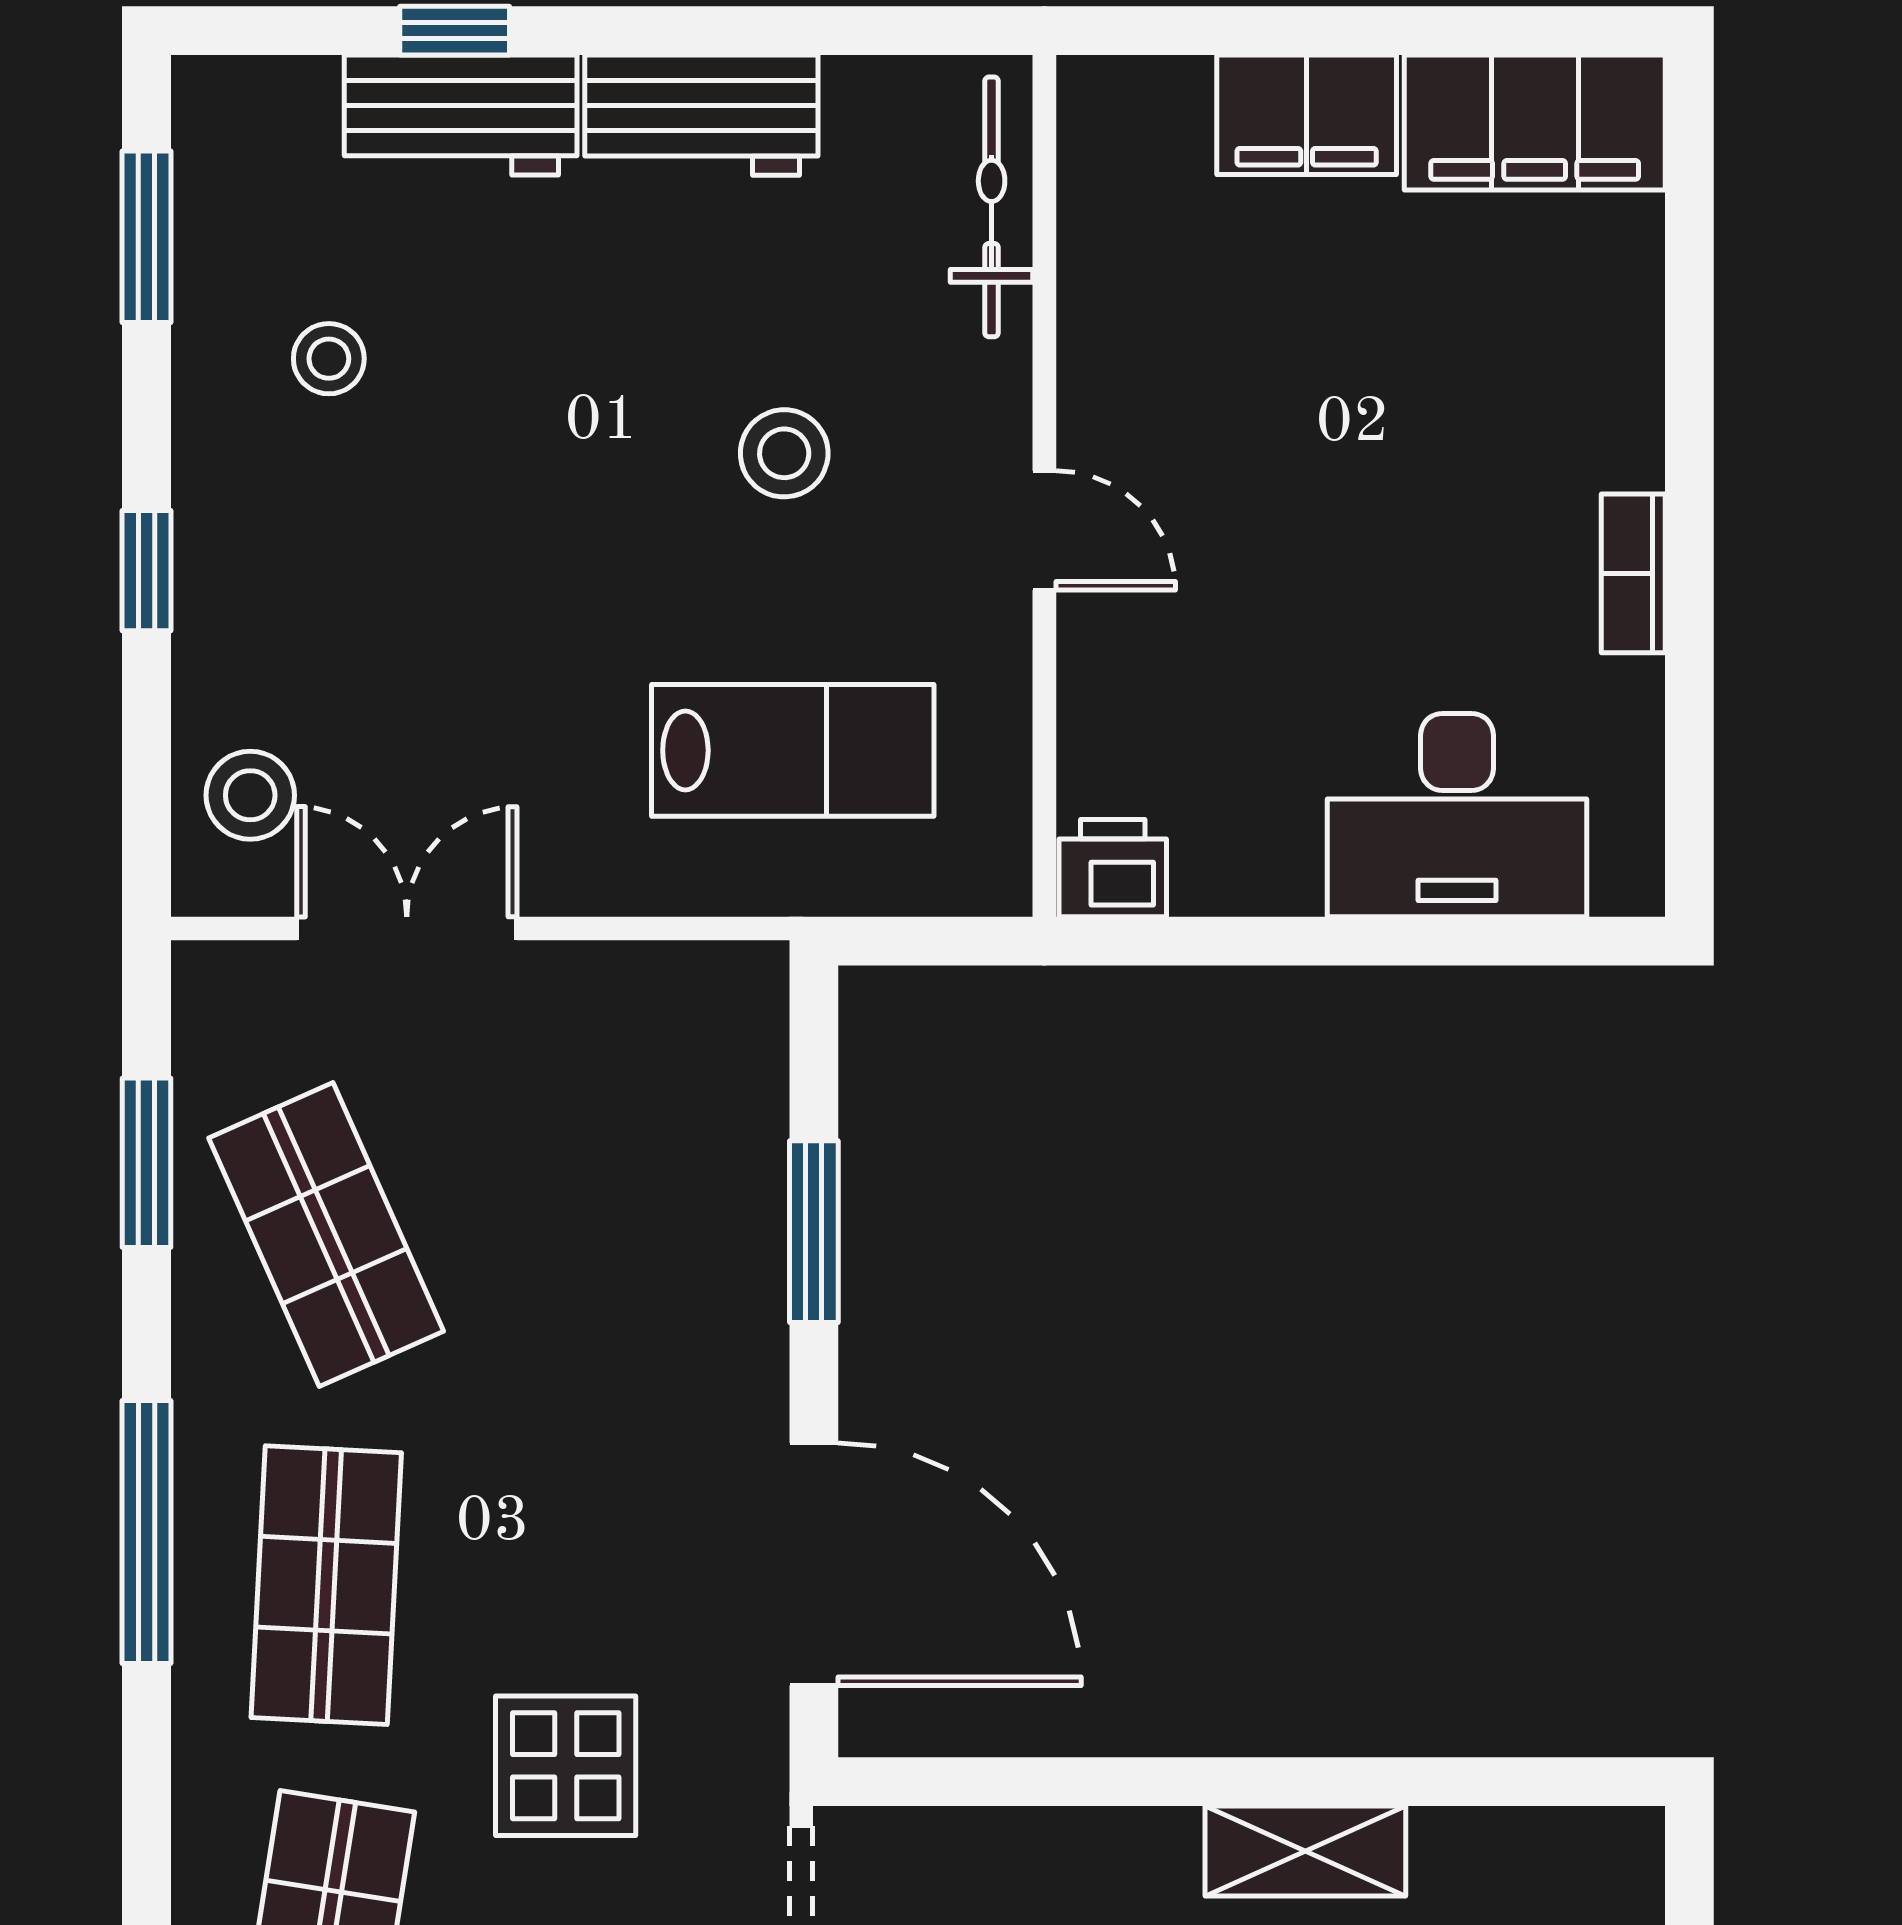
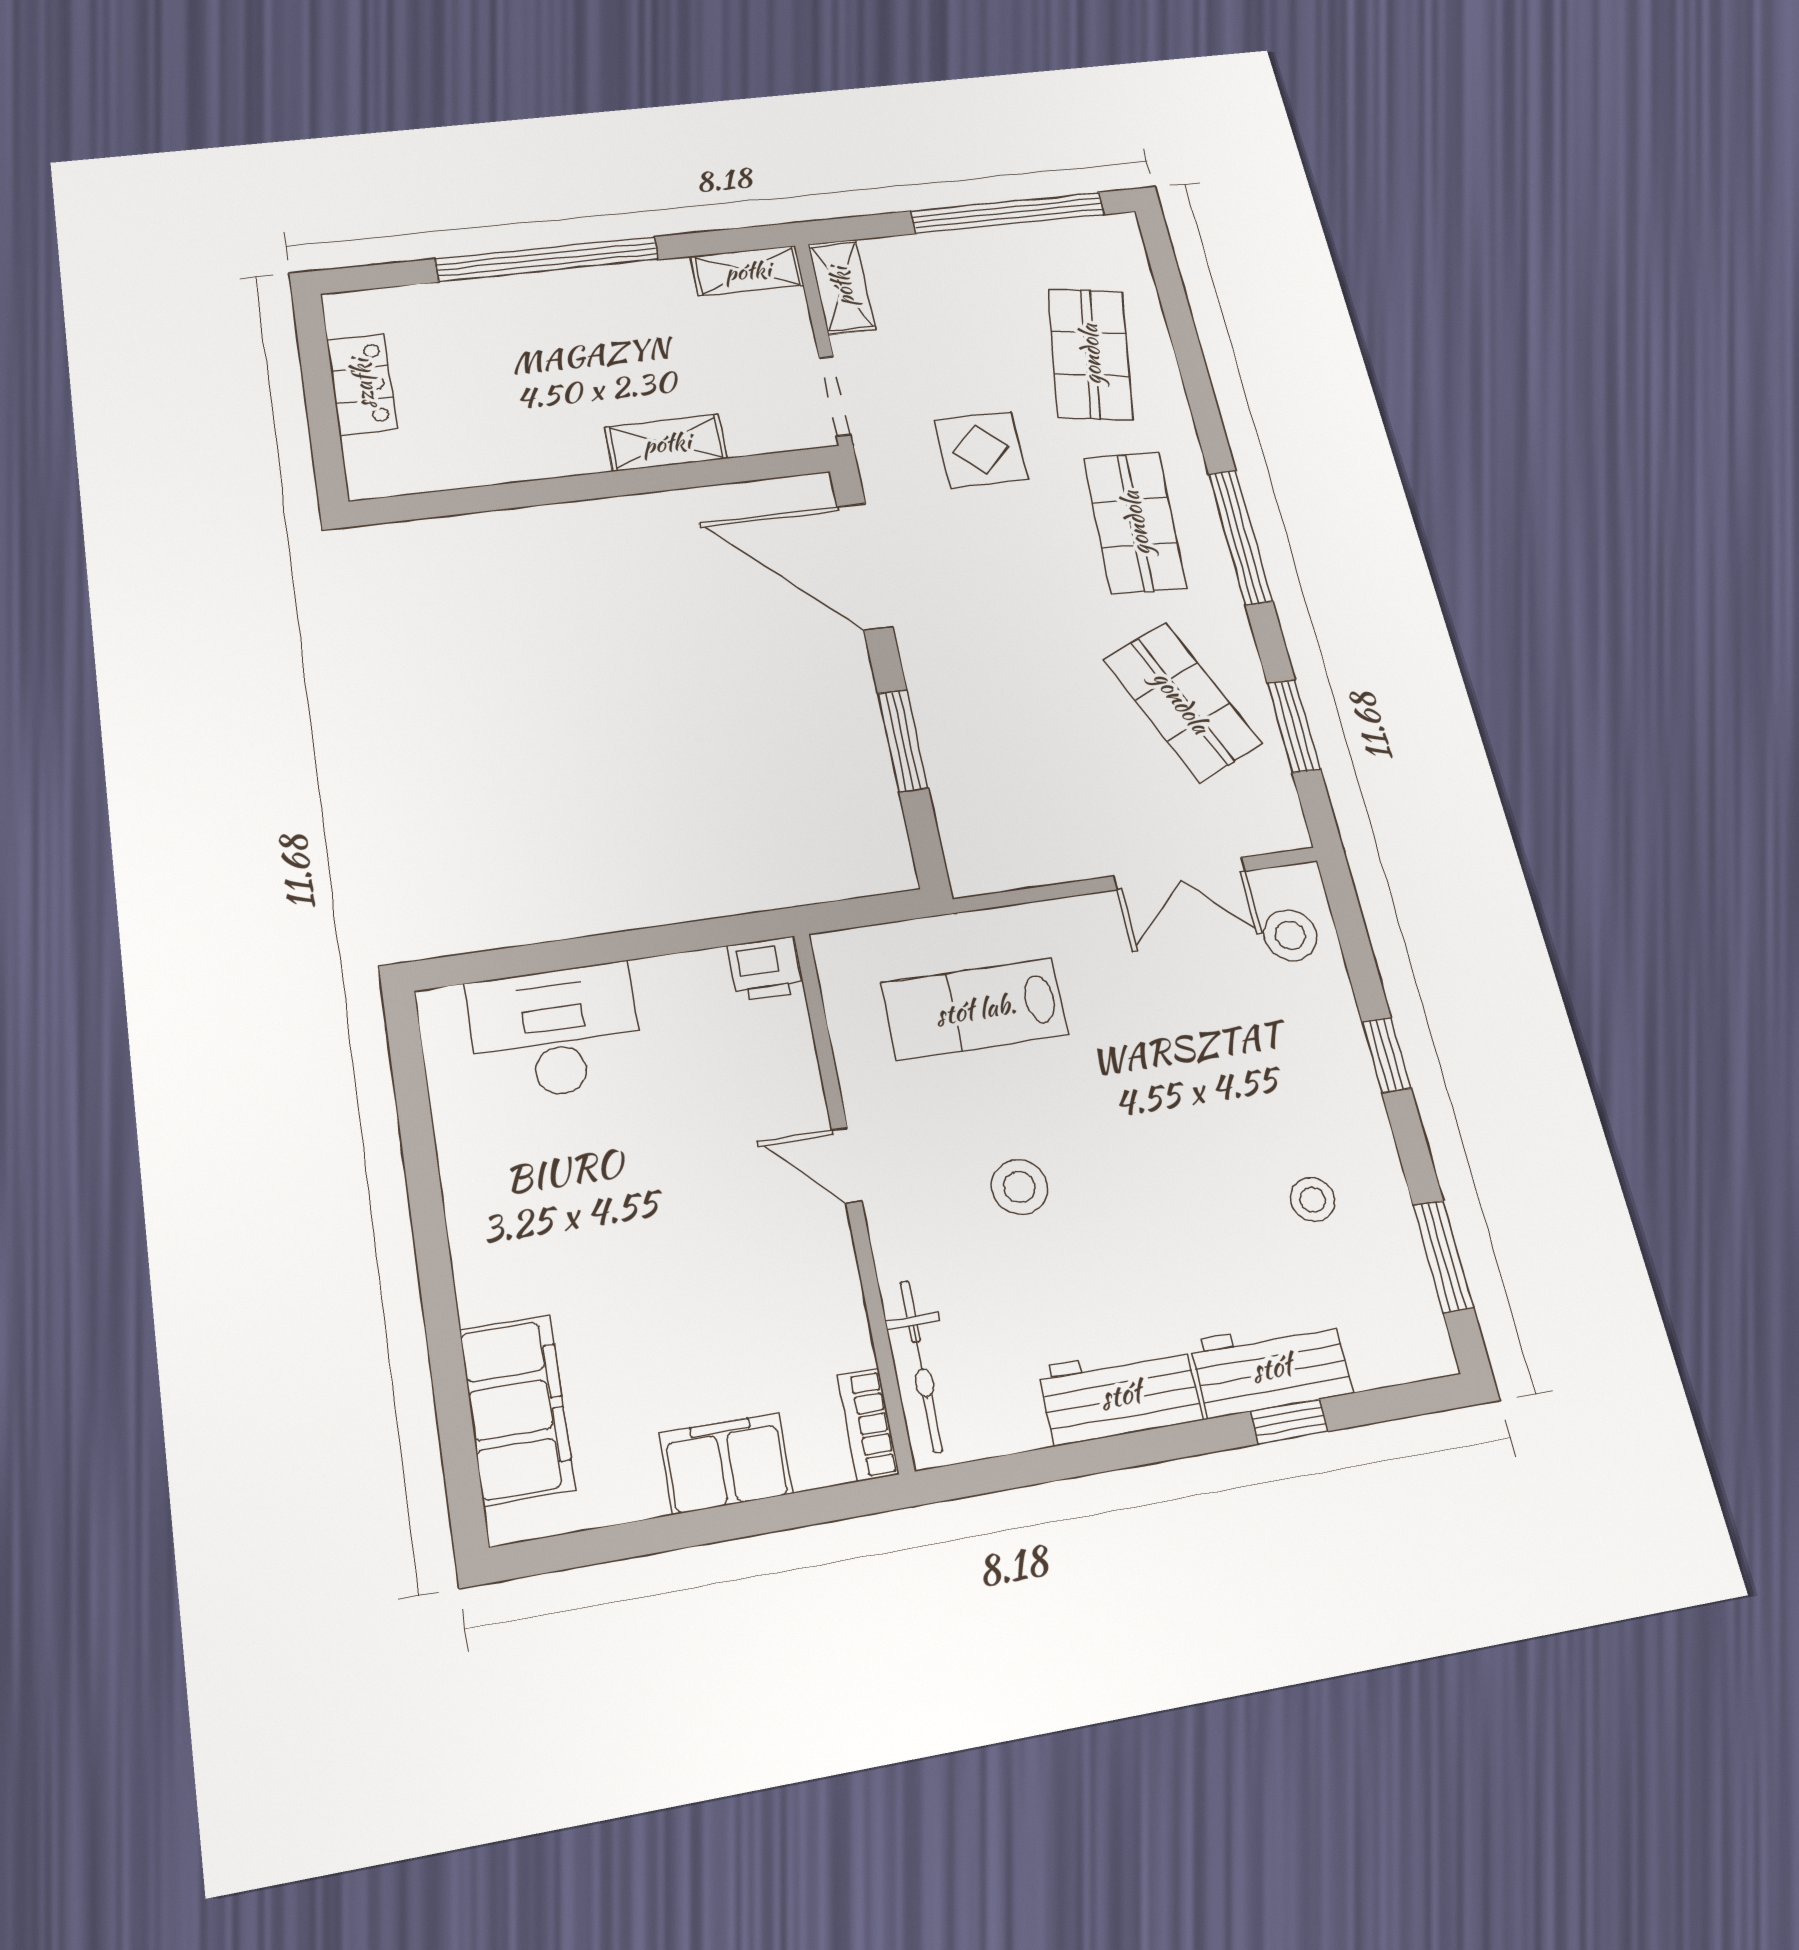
filing cabinet: (1535, 123) -> (517, 1409), moved, turned 90
bookcase: (1633, 573) -> (868, 1425), moved, turned 180
shelving: (1305, 1851) -> (666, 443), moved

